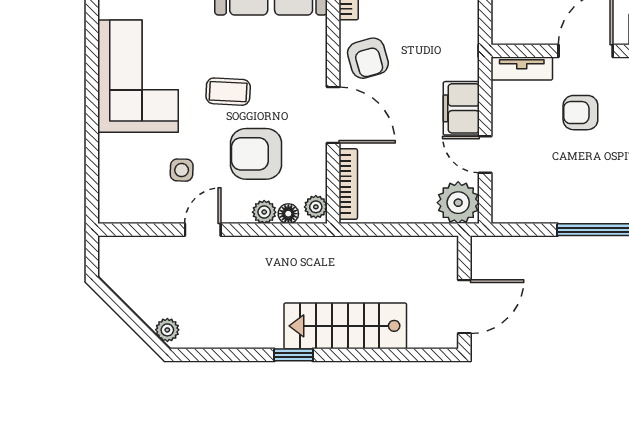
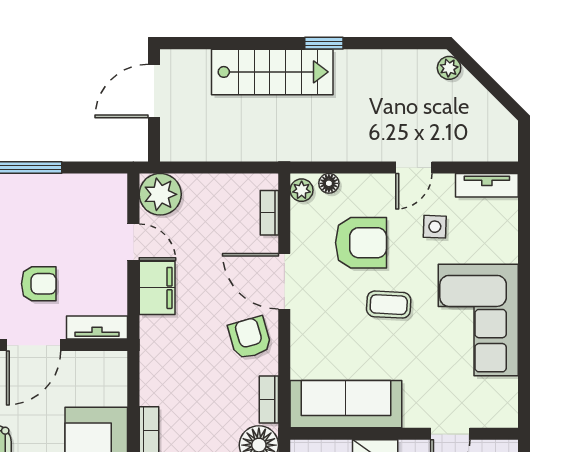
bookcase: (348, 184) -> (269, 213), width x0.64
tv unit: (129, 212) -> (487, 185), added
plant: (264, 212) -> (353, 185), removed

